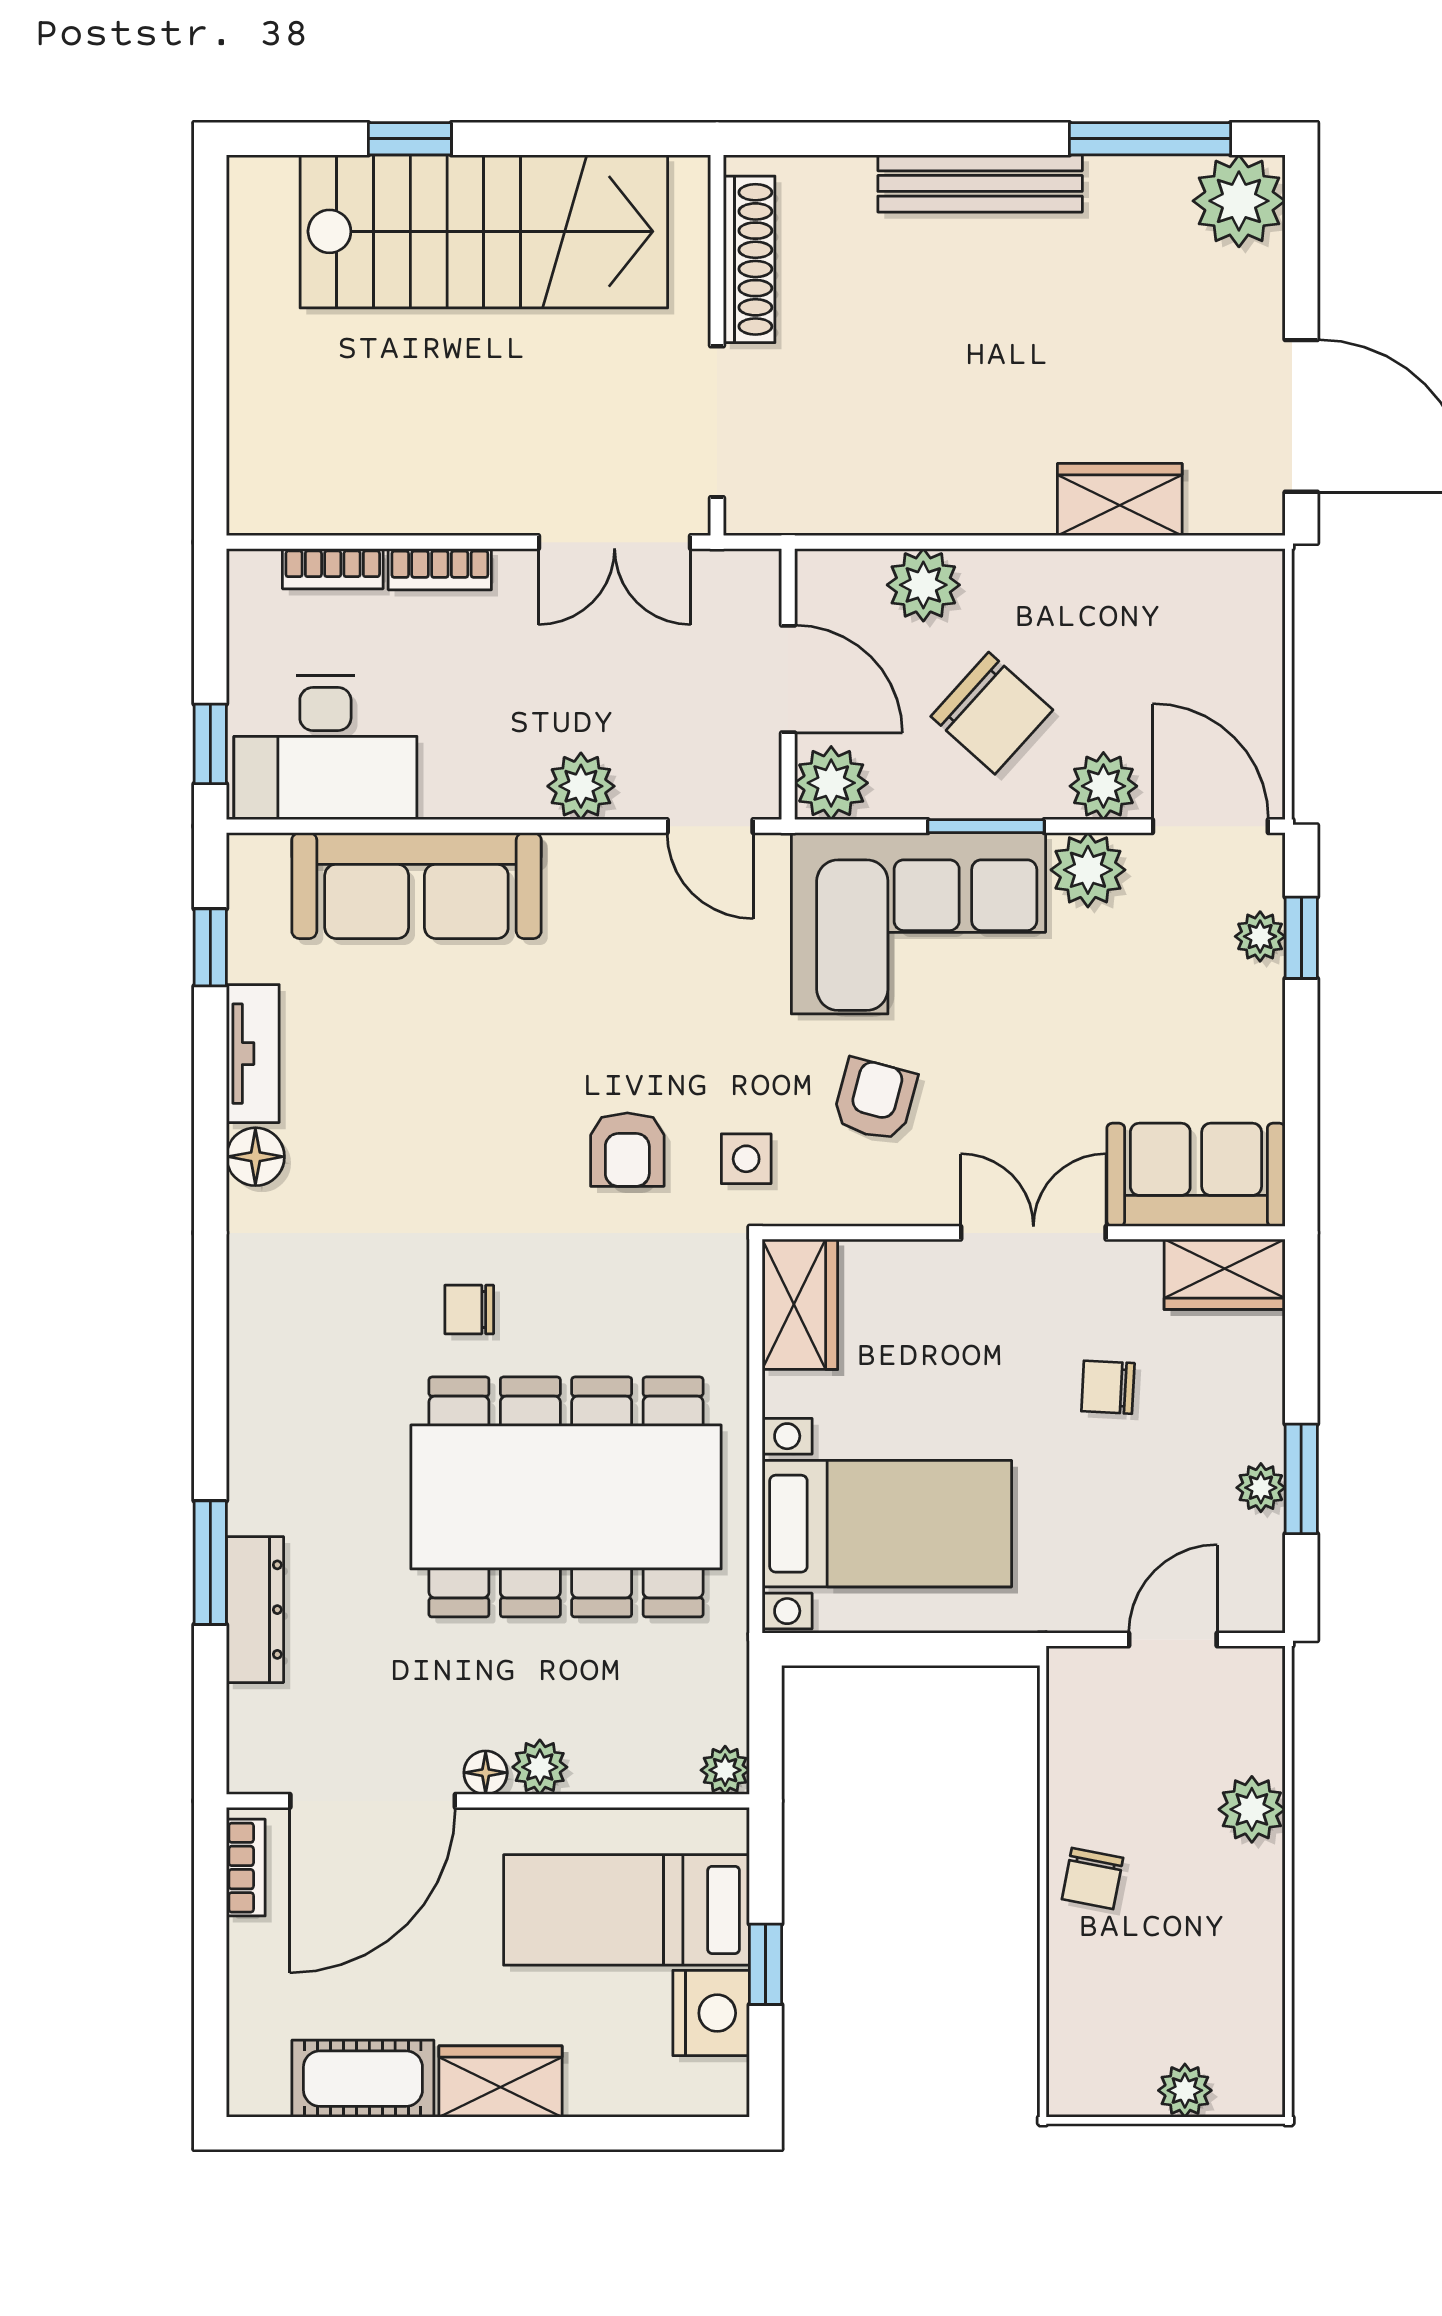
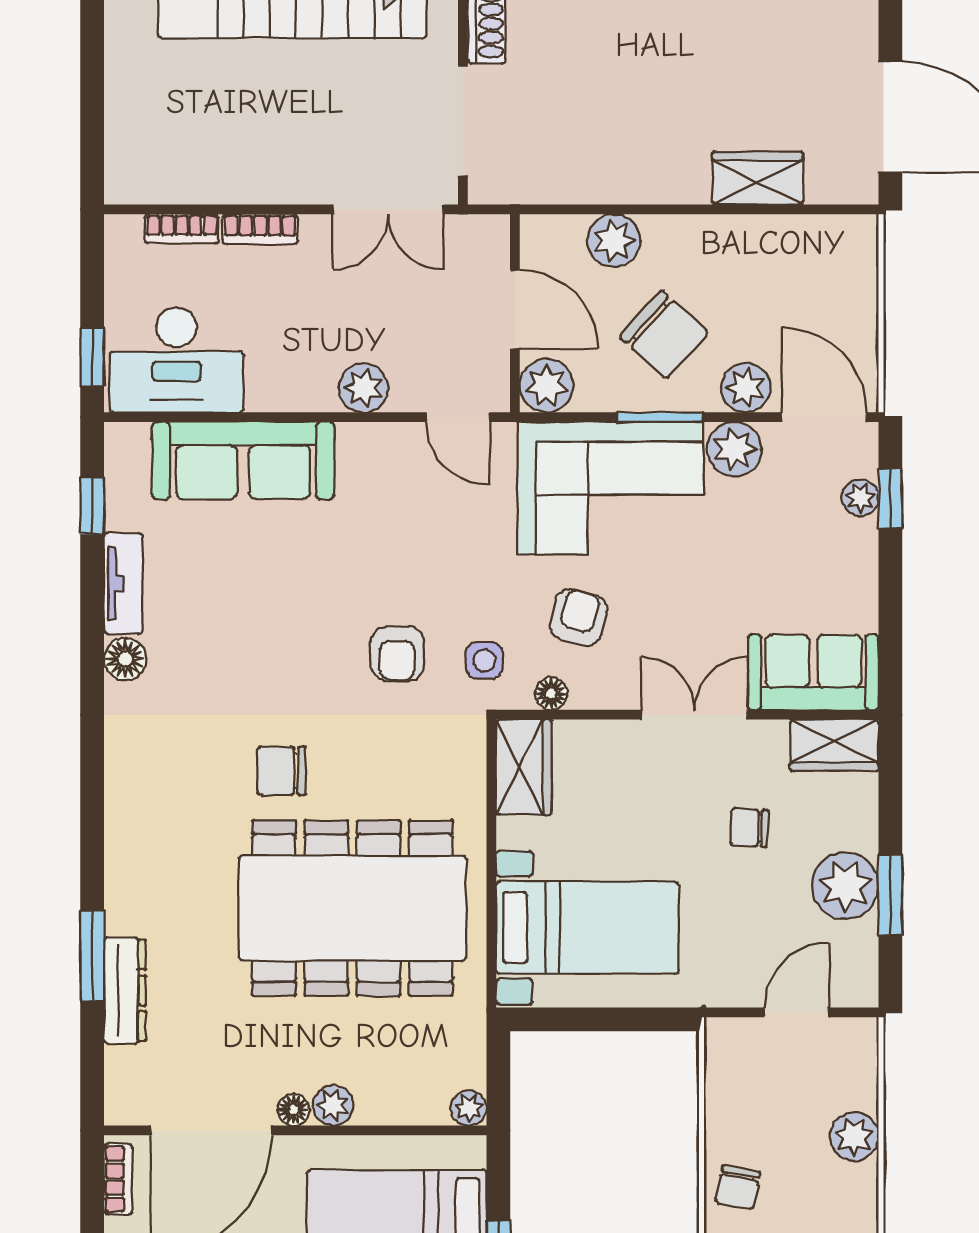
floor lamp: (838, 1204) -> (551, 694), added
chair: (469, 1309) -> (282, 771), width x1.37, depth x1.37
plant: (1261, 1488) -> (845, 886), width x1.88, depth x1.88

